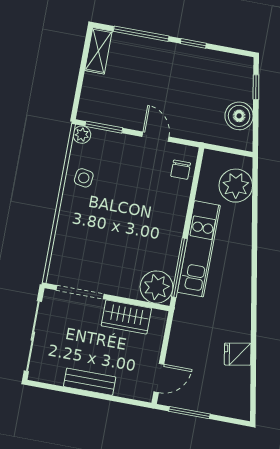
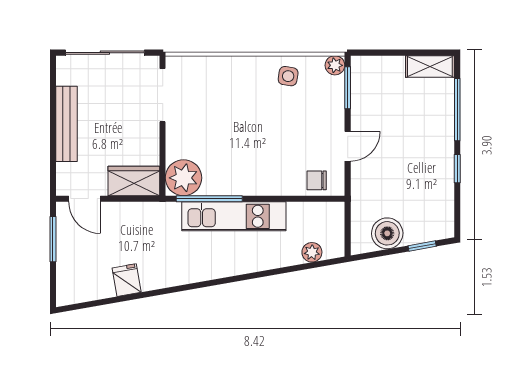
plant: (236, 186) -> (312, 252), width x0.53, depth x0.53
wardrobe: (126, 317) -> (134, 181), moved, turned 90
bench: (90, 382) -> (66, 124), width x1.36

